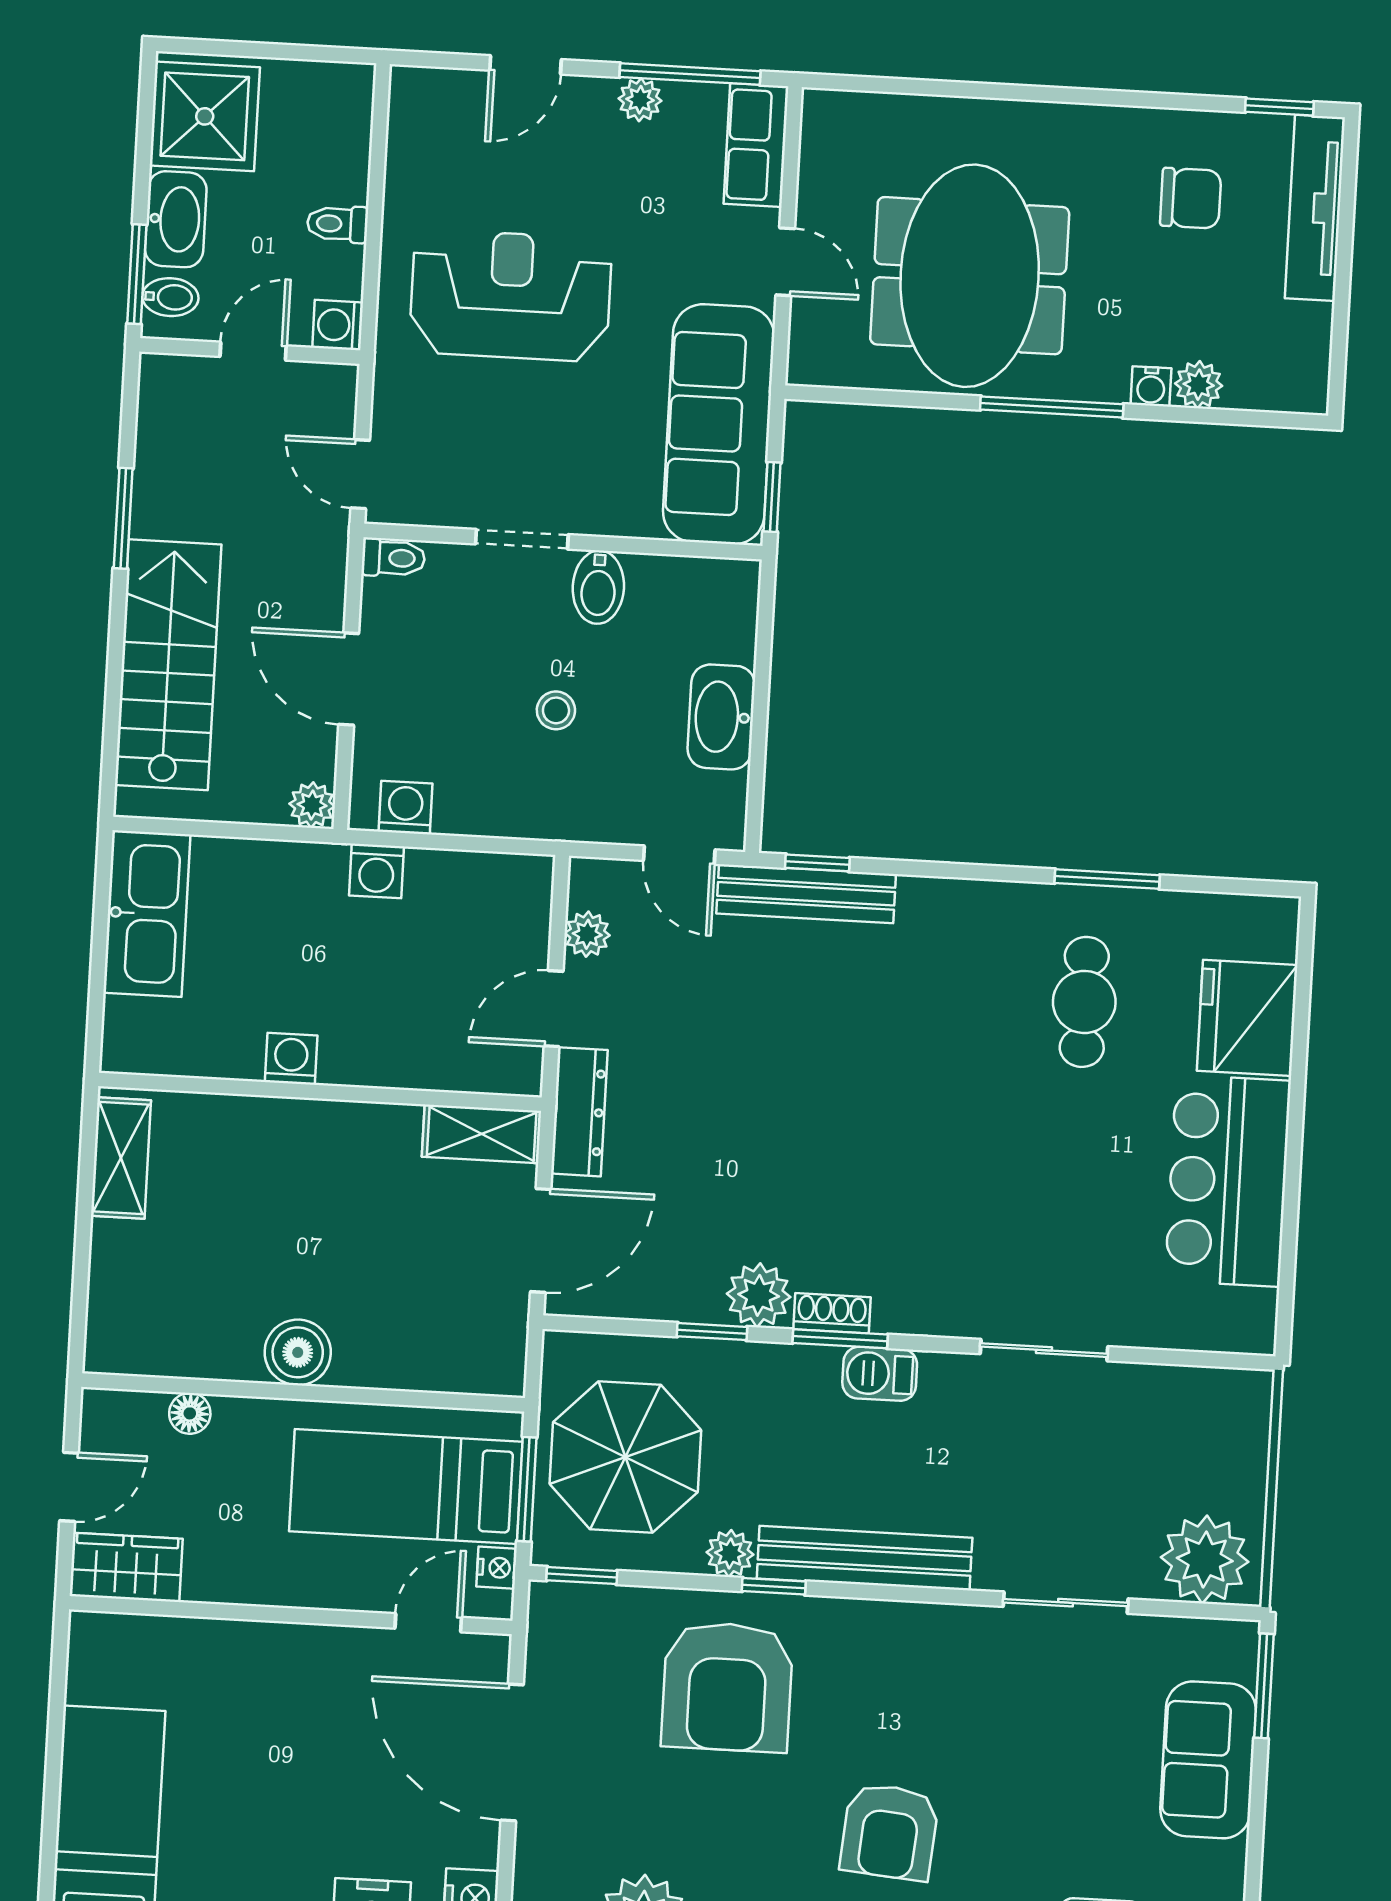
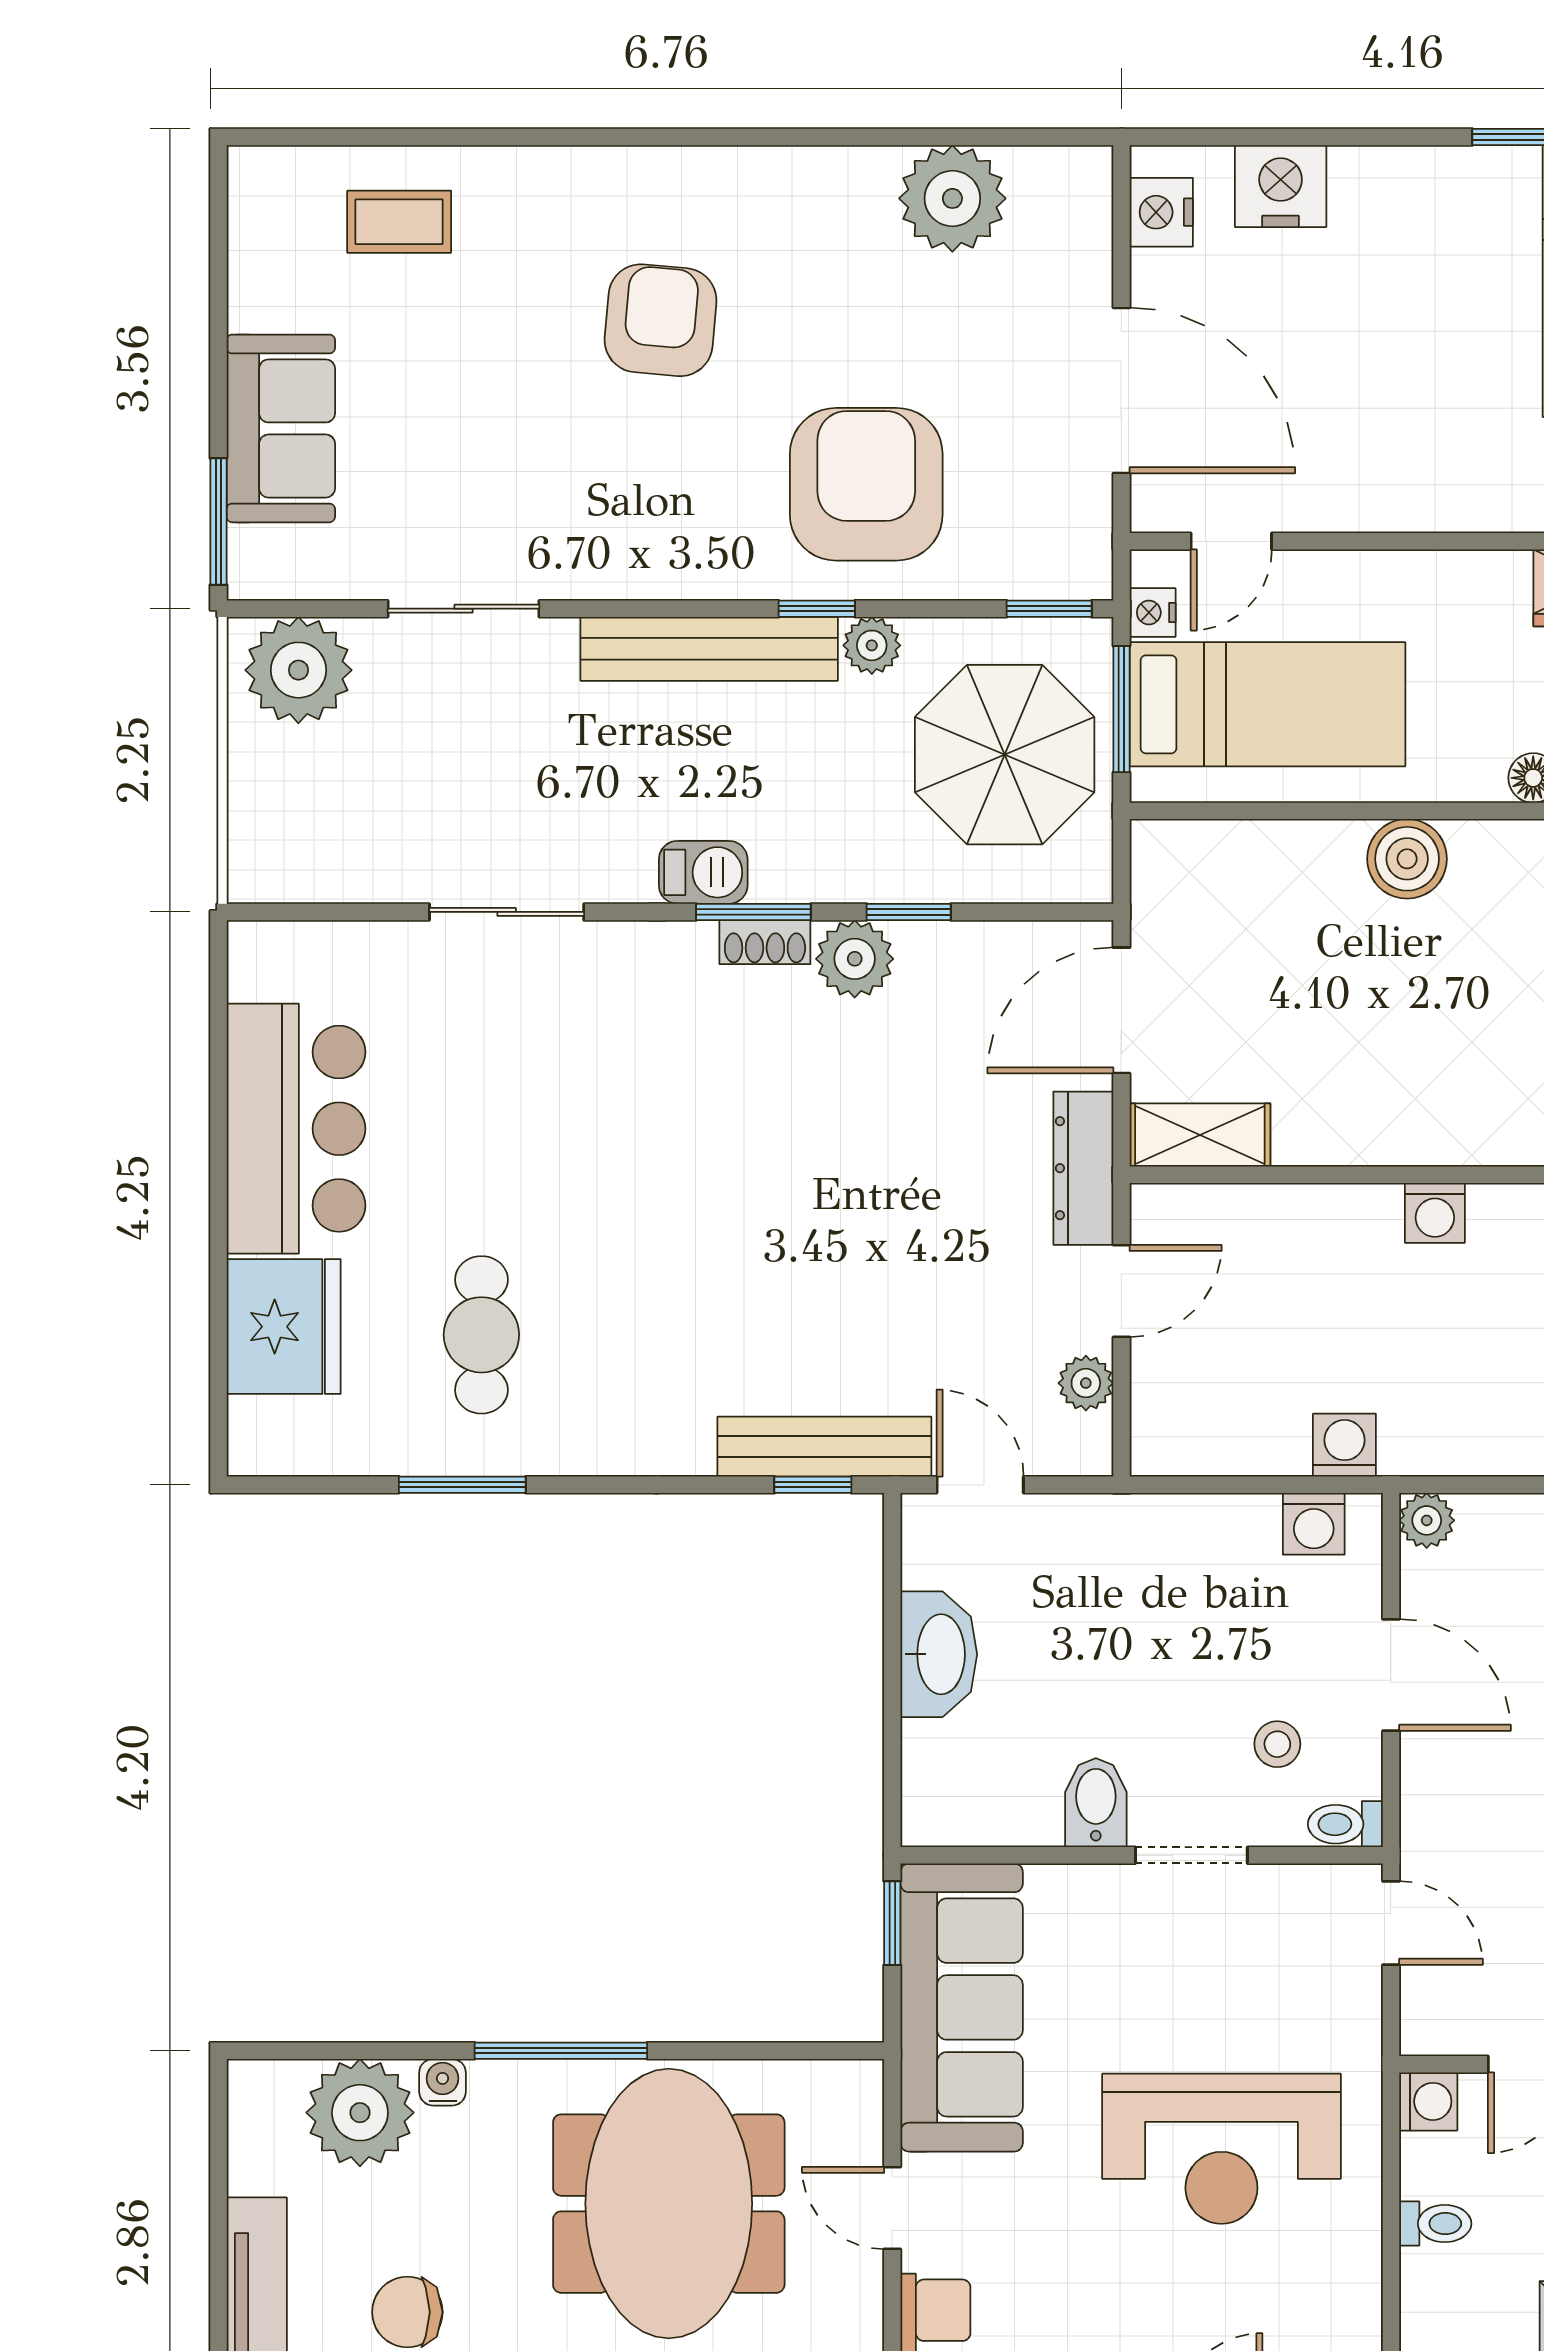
plant: (1199, 385) -> (360, 2113), width x1.88, depth x1.88
stool: (556, 710) -> (1277, 1744), moved

